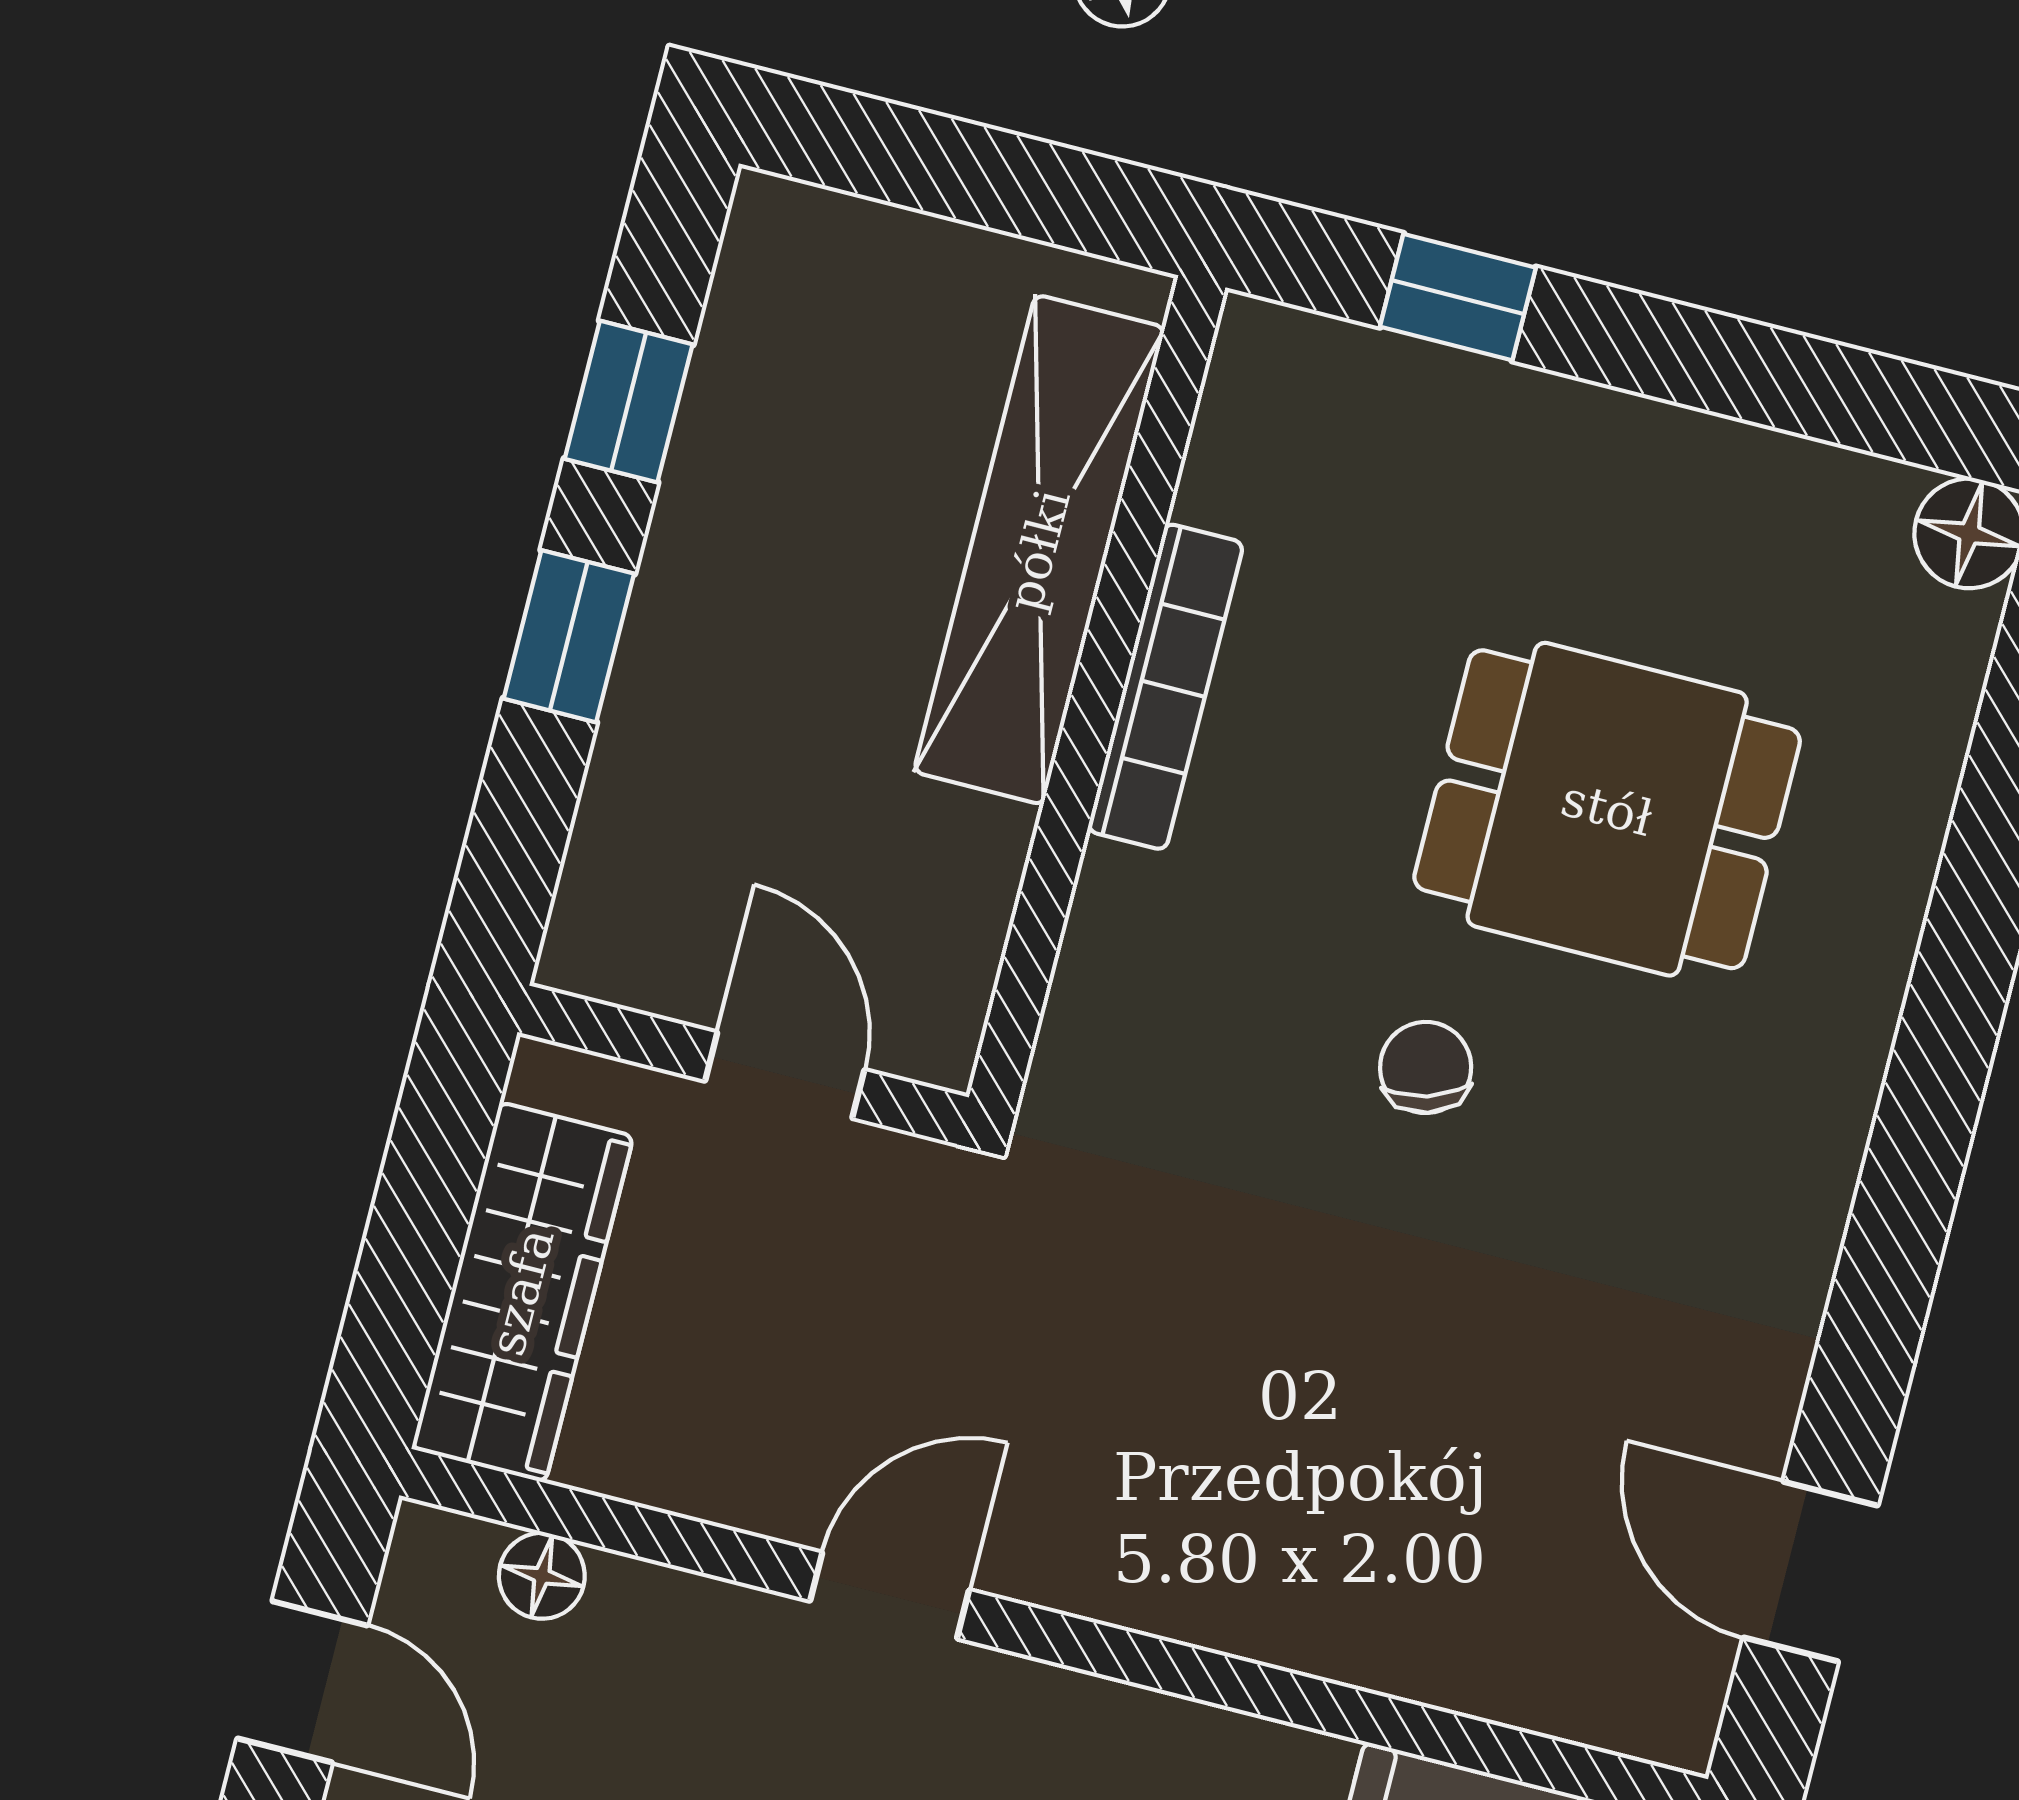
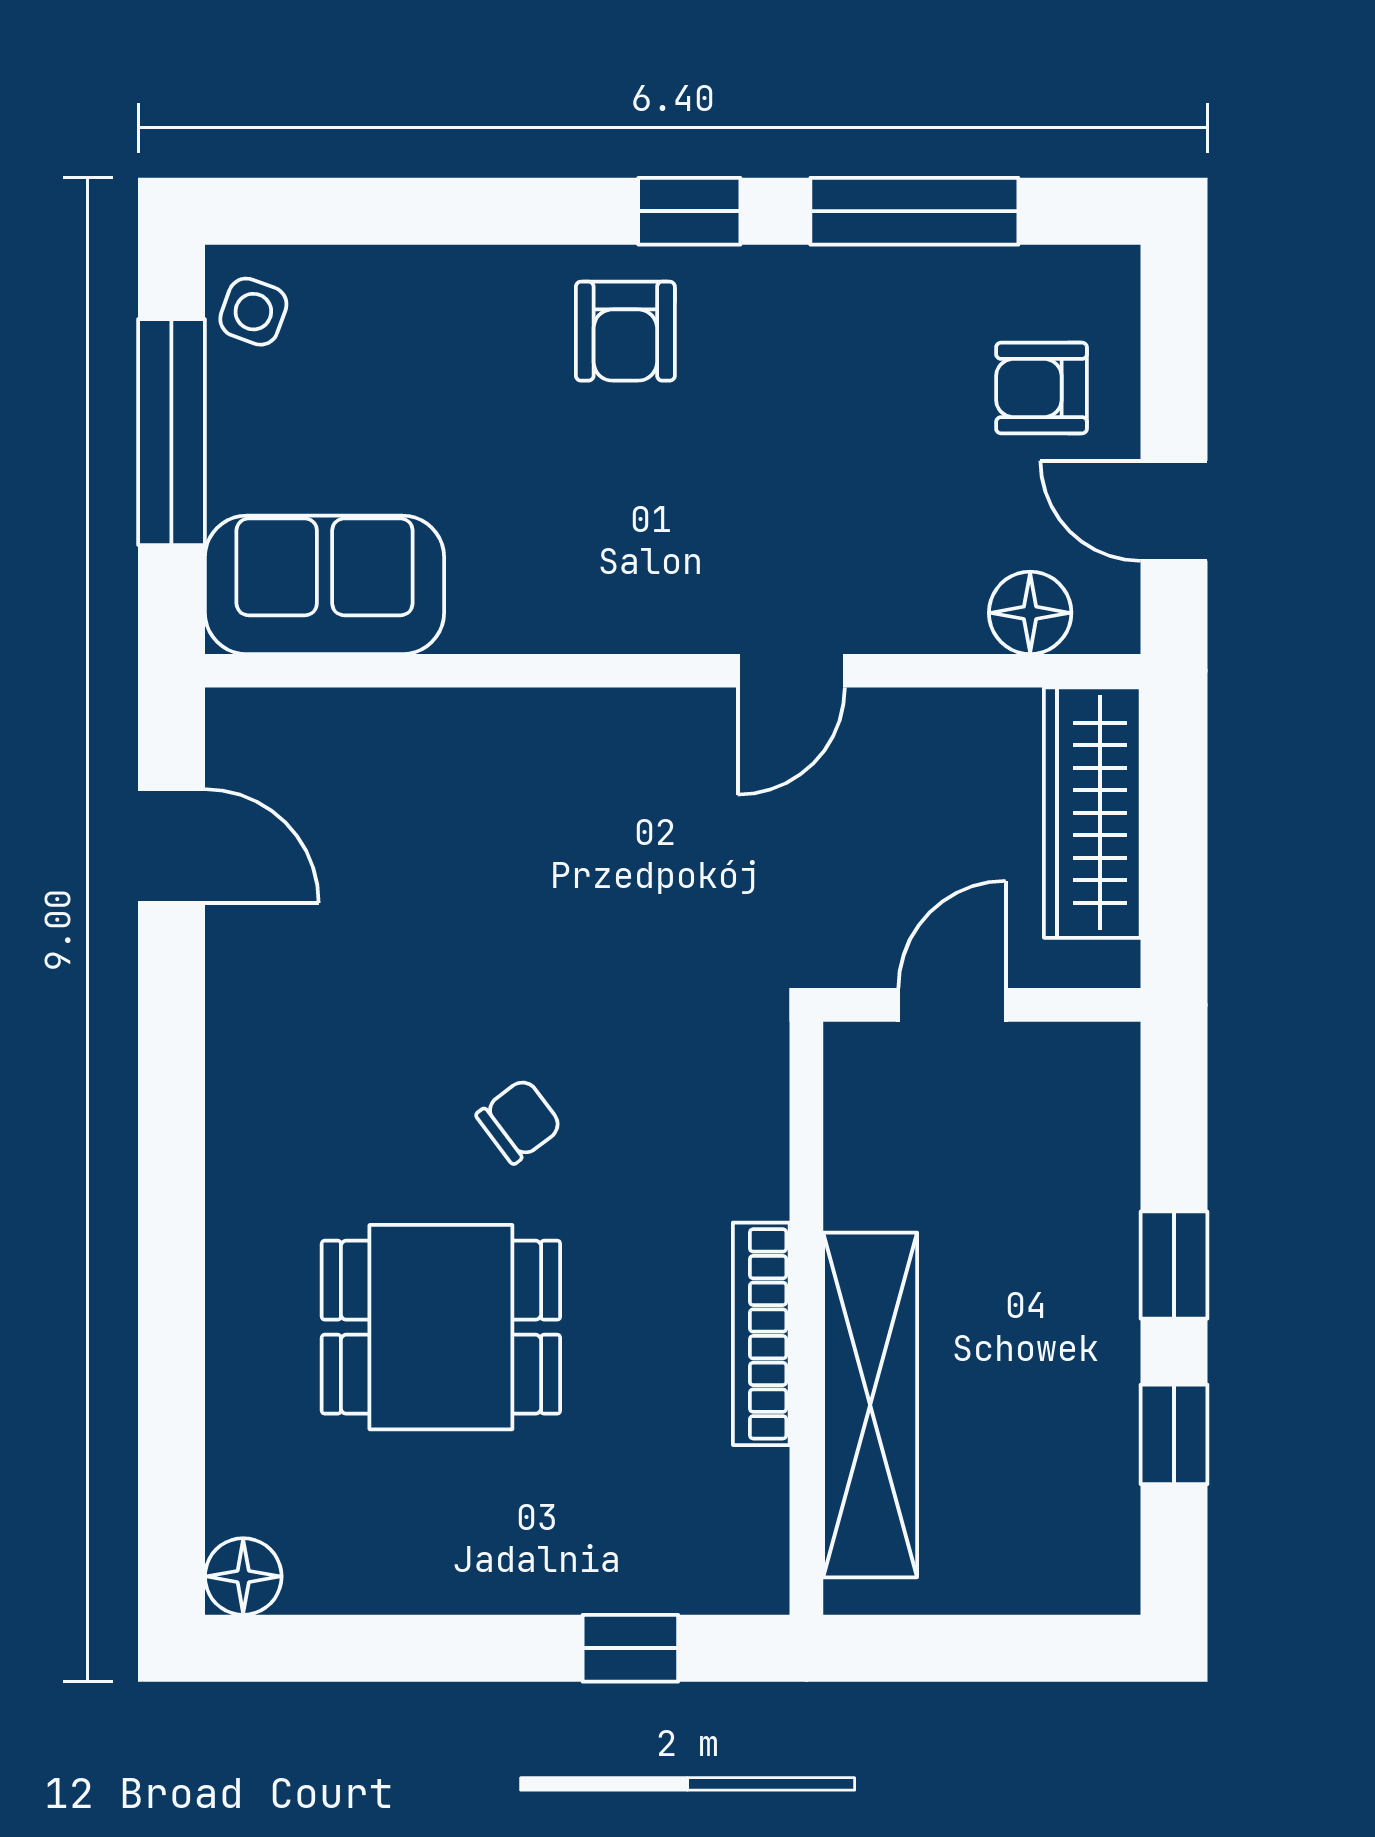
chair: (1426, 1067) -> (519, 1121), turned -110
door: (785, 1075) -> (952, 1005), swing flipped
floor lamp: (542, 1576) -> (1030, 613), width x1.37, depth x1.37

